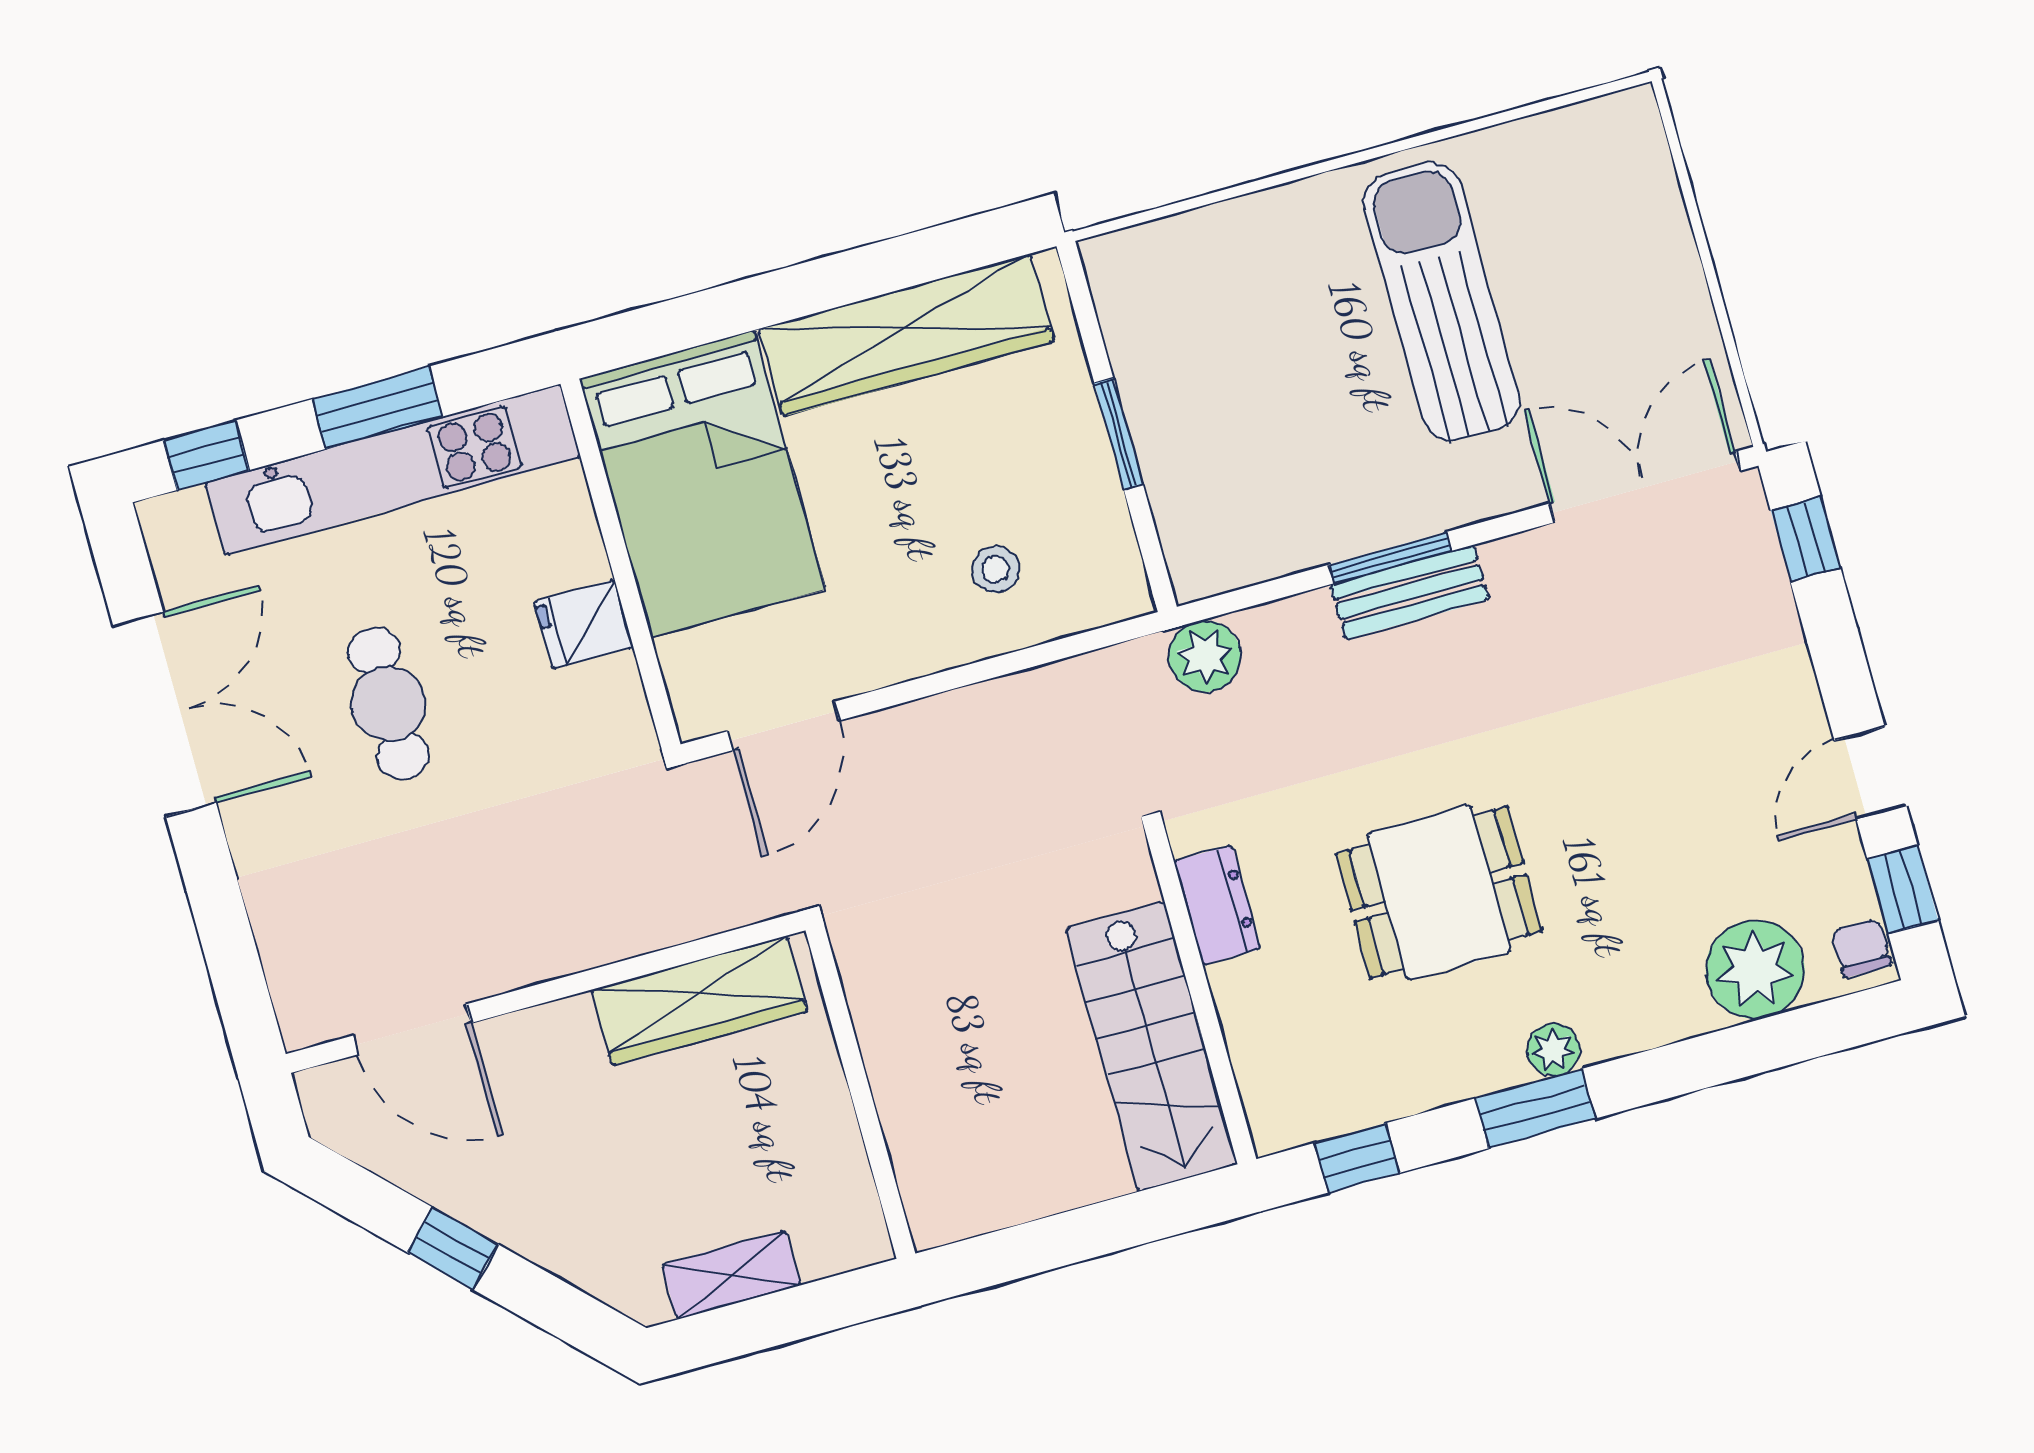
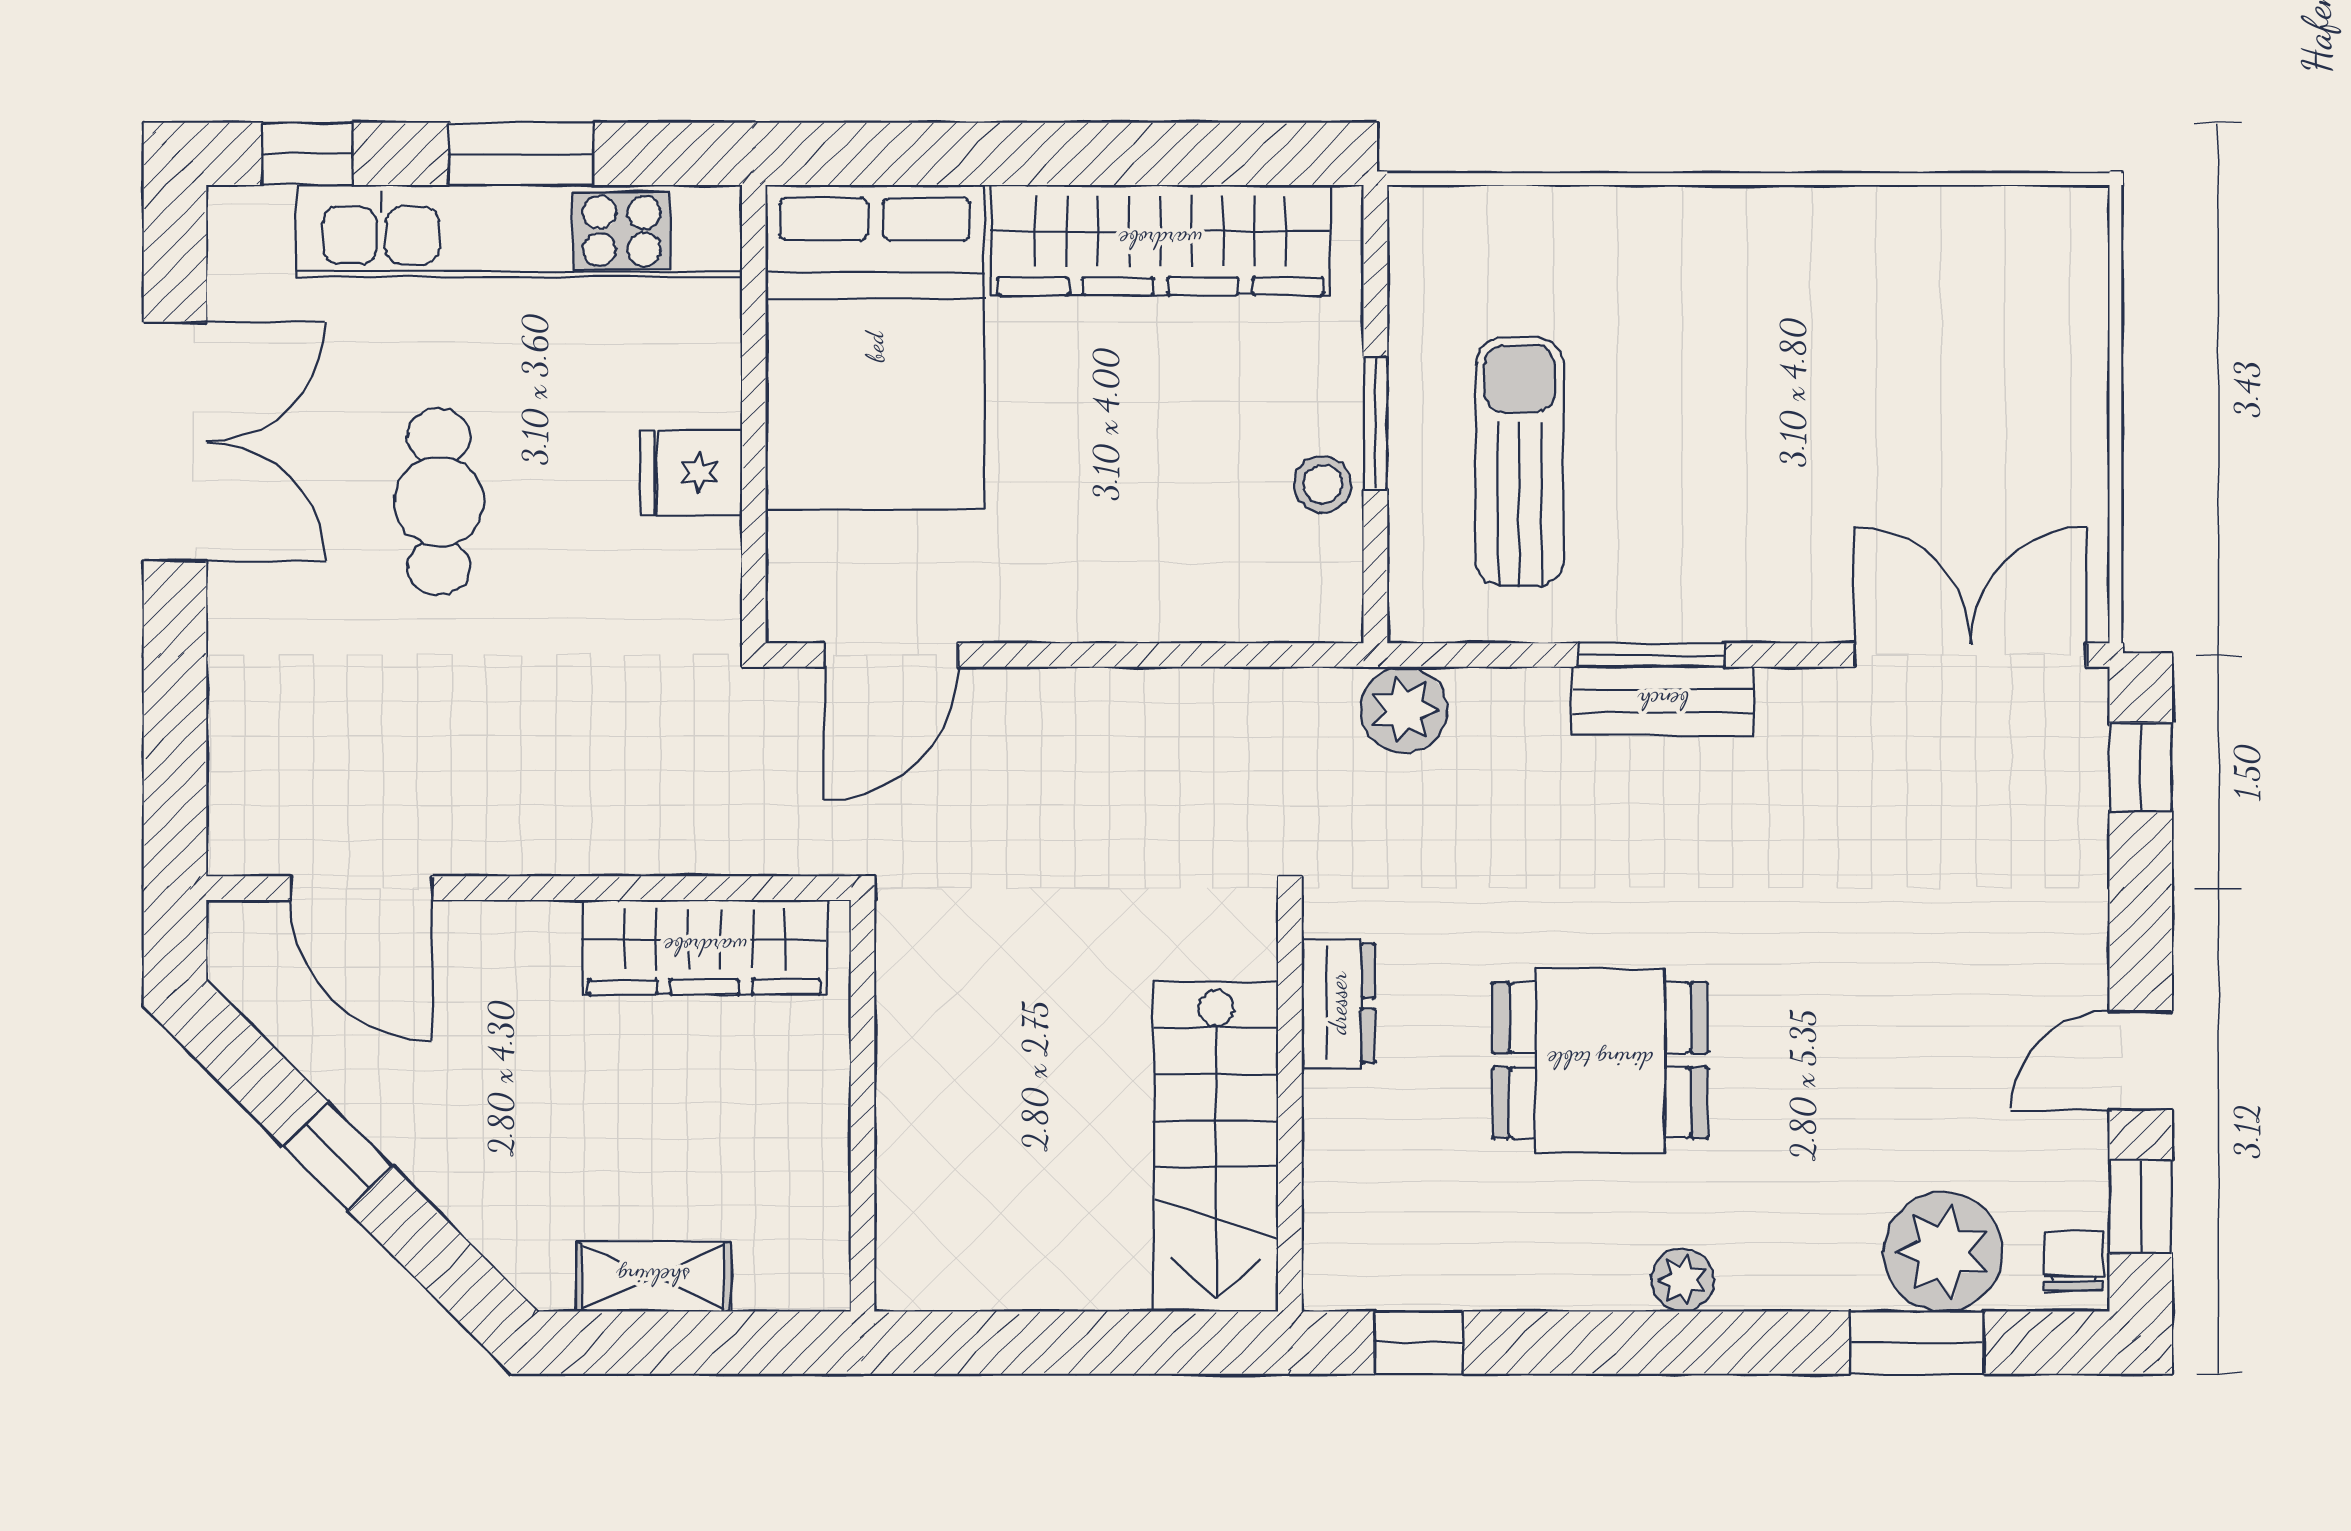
sun lounger: (1442, 301) -> (1520, 462), moved, width x0.73, depth x0.75
stool: (996, 569) -> (1323, 484), moved
window: (1535, 1109) -> (1917, 1343), moved

